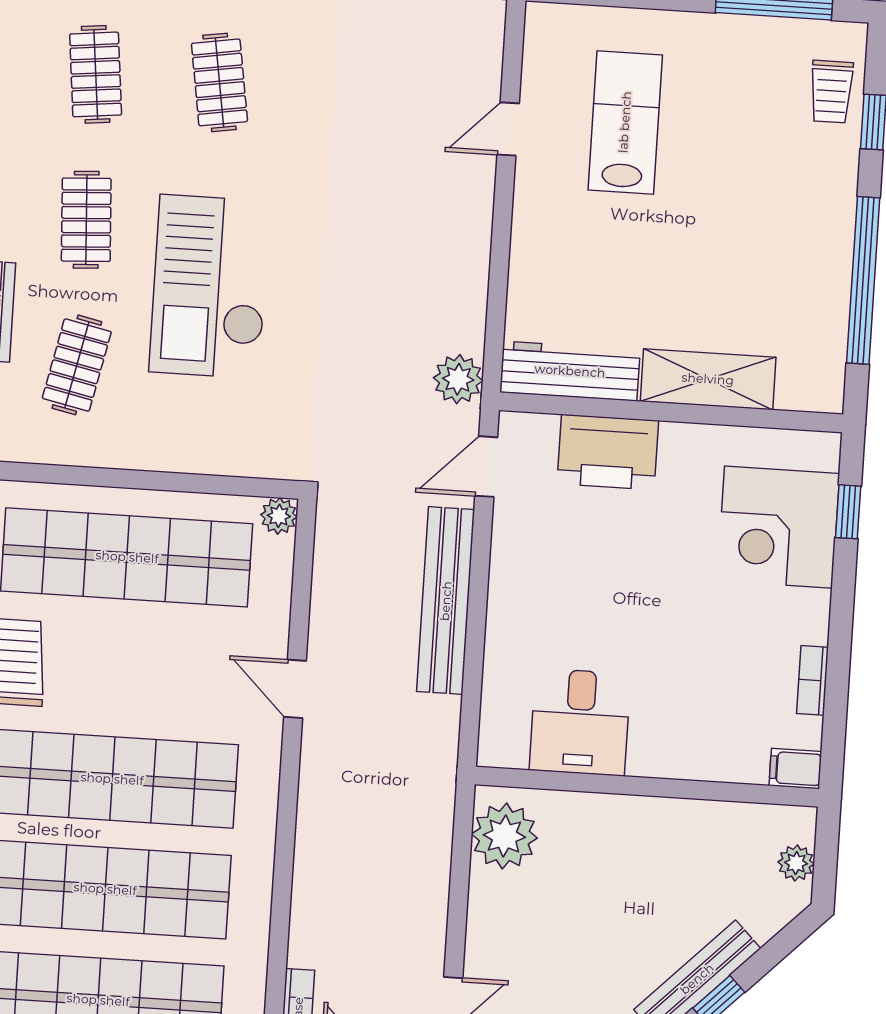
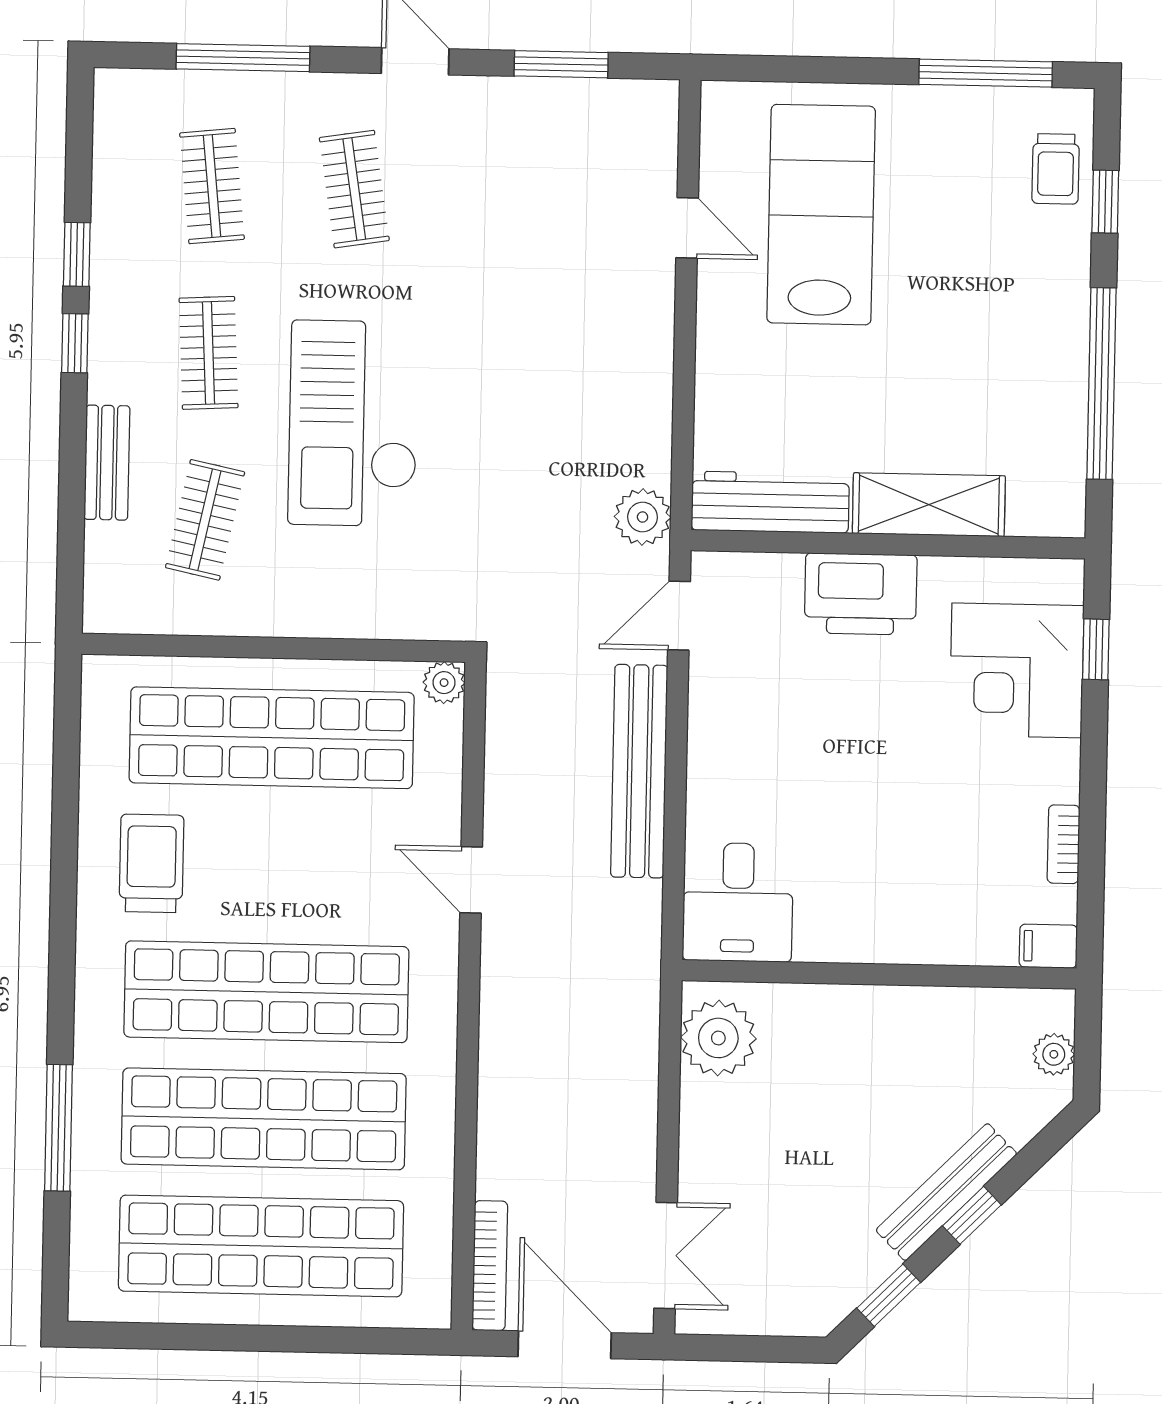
lab bench: (625, 122) -> (821, 215), width x1.36, depth x1.39
door: (508, 129) -> (687, 228), swing flipped
printer: (608, 452) -> (861, 594), moved
desk: (580, 722) -> (738, 902), moved

